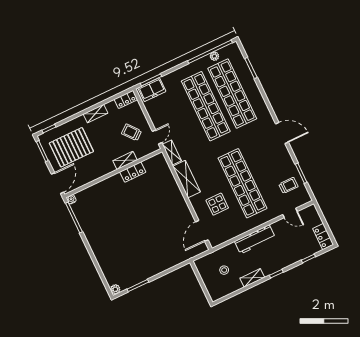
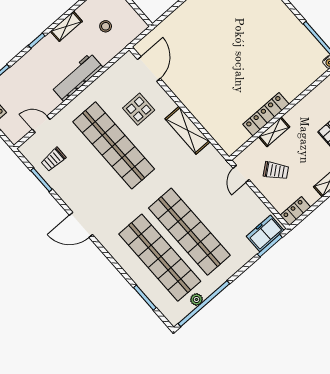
shelving: (172, 153) -> (216, 159), removed
locker: (133, 172) -> (266, 114), width x1.53

